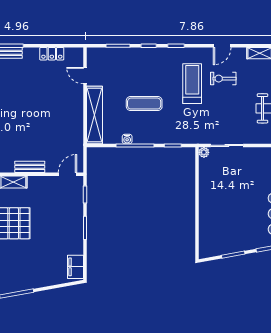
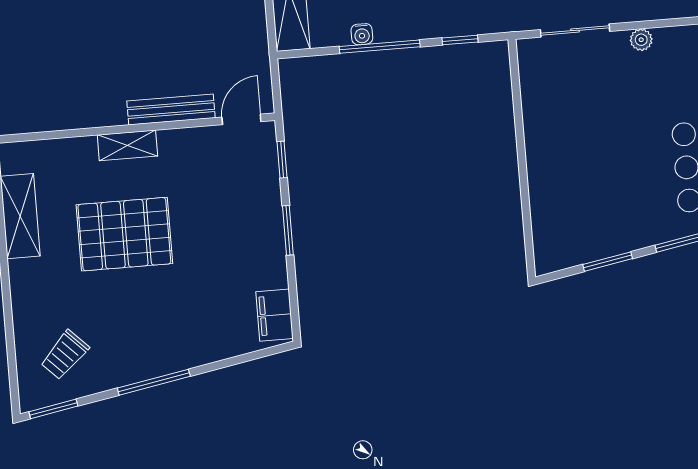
plant: (204, 152) -> (641, 40), moved
bench: (30, 167) -> (171, 109), width x1.36

